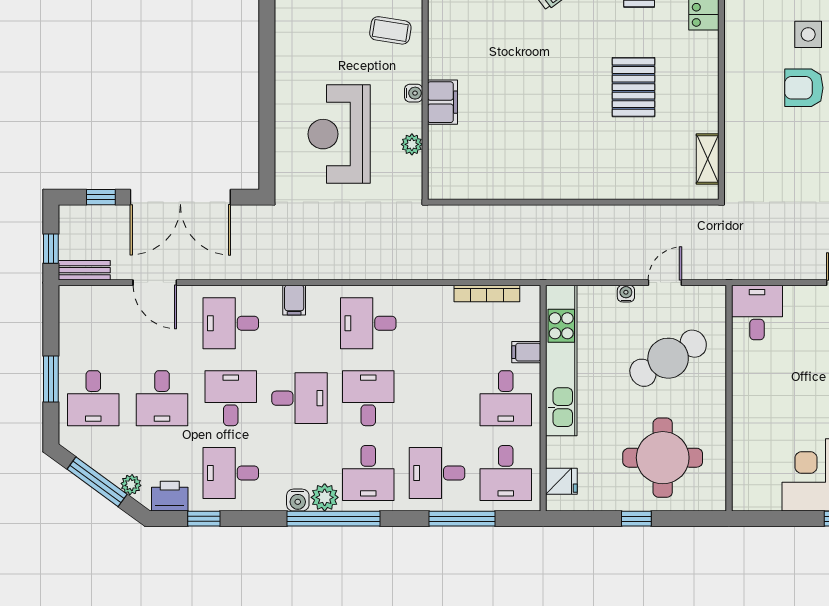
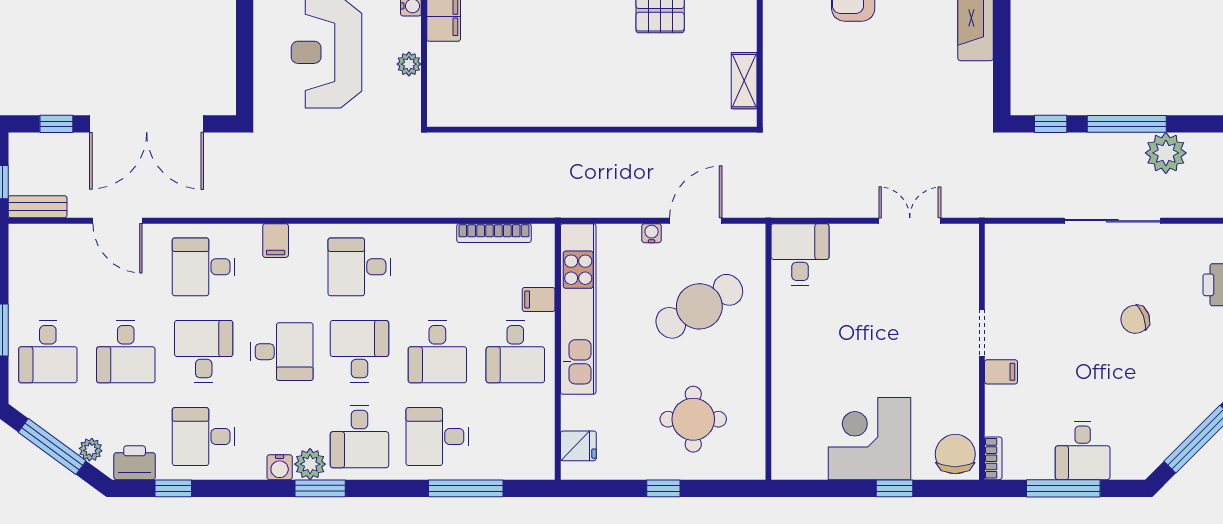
door: (665, 283) -> (696, 221), width x1.38
round table: (663, 458) -> (693, 419), width x0.73, depth x0.73
desk: (506, 473) -> (437, 352), moved
window: (334, 519) -> (320, 488), width x0.47

